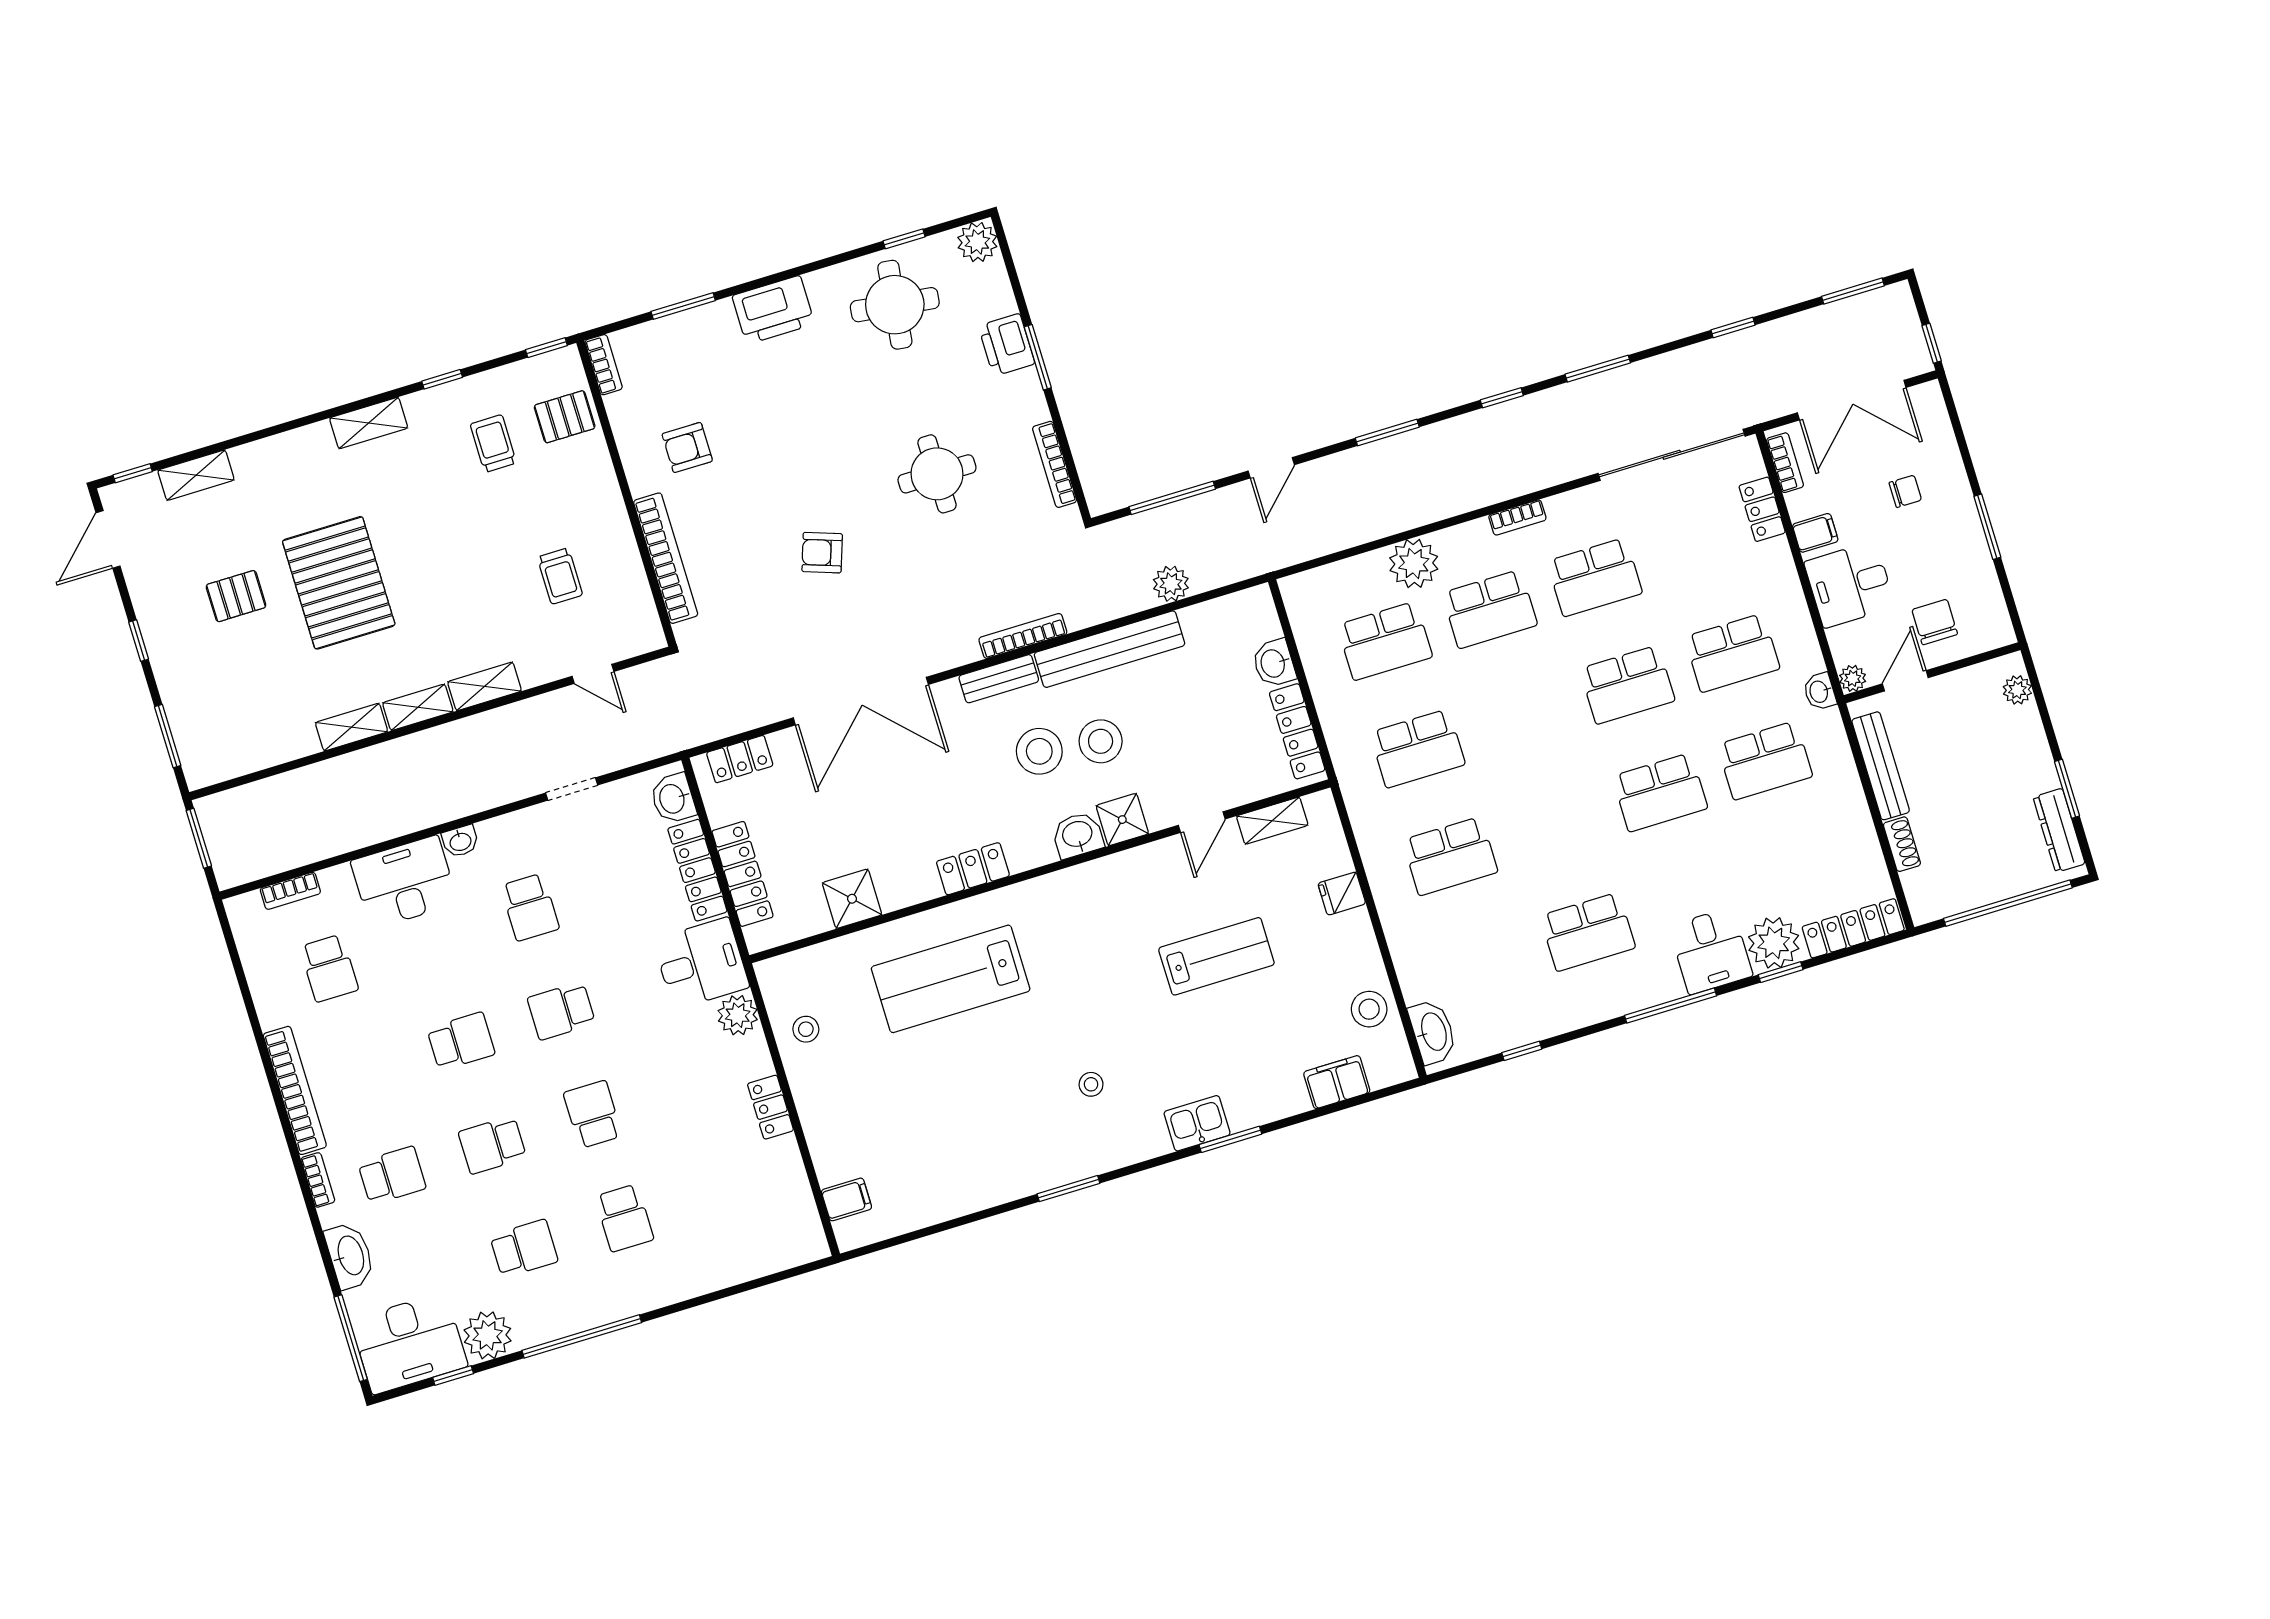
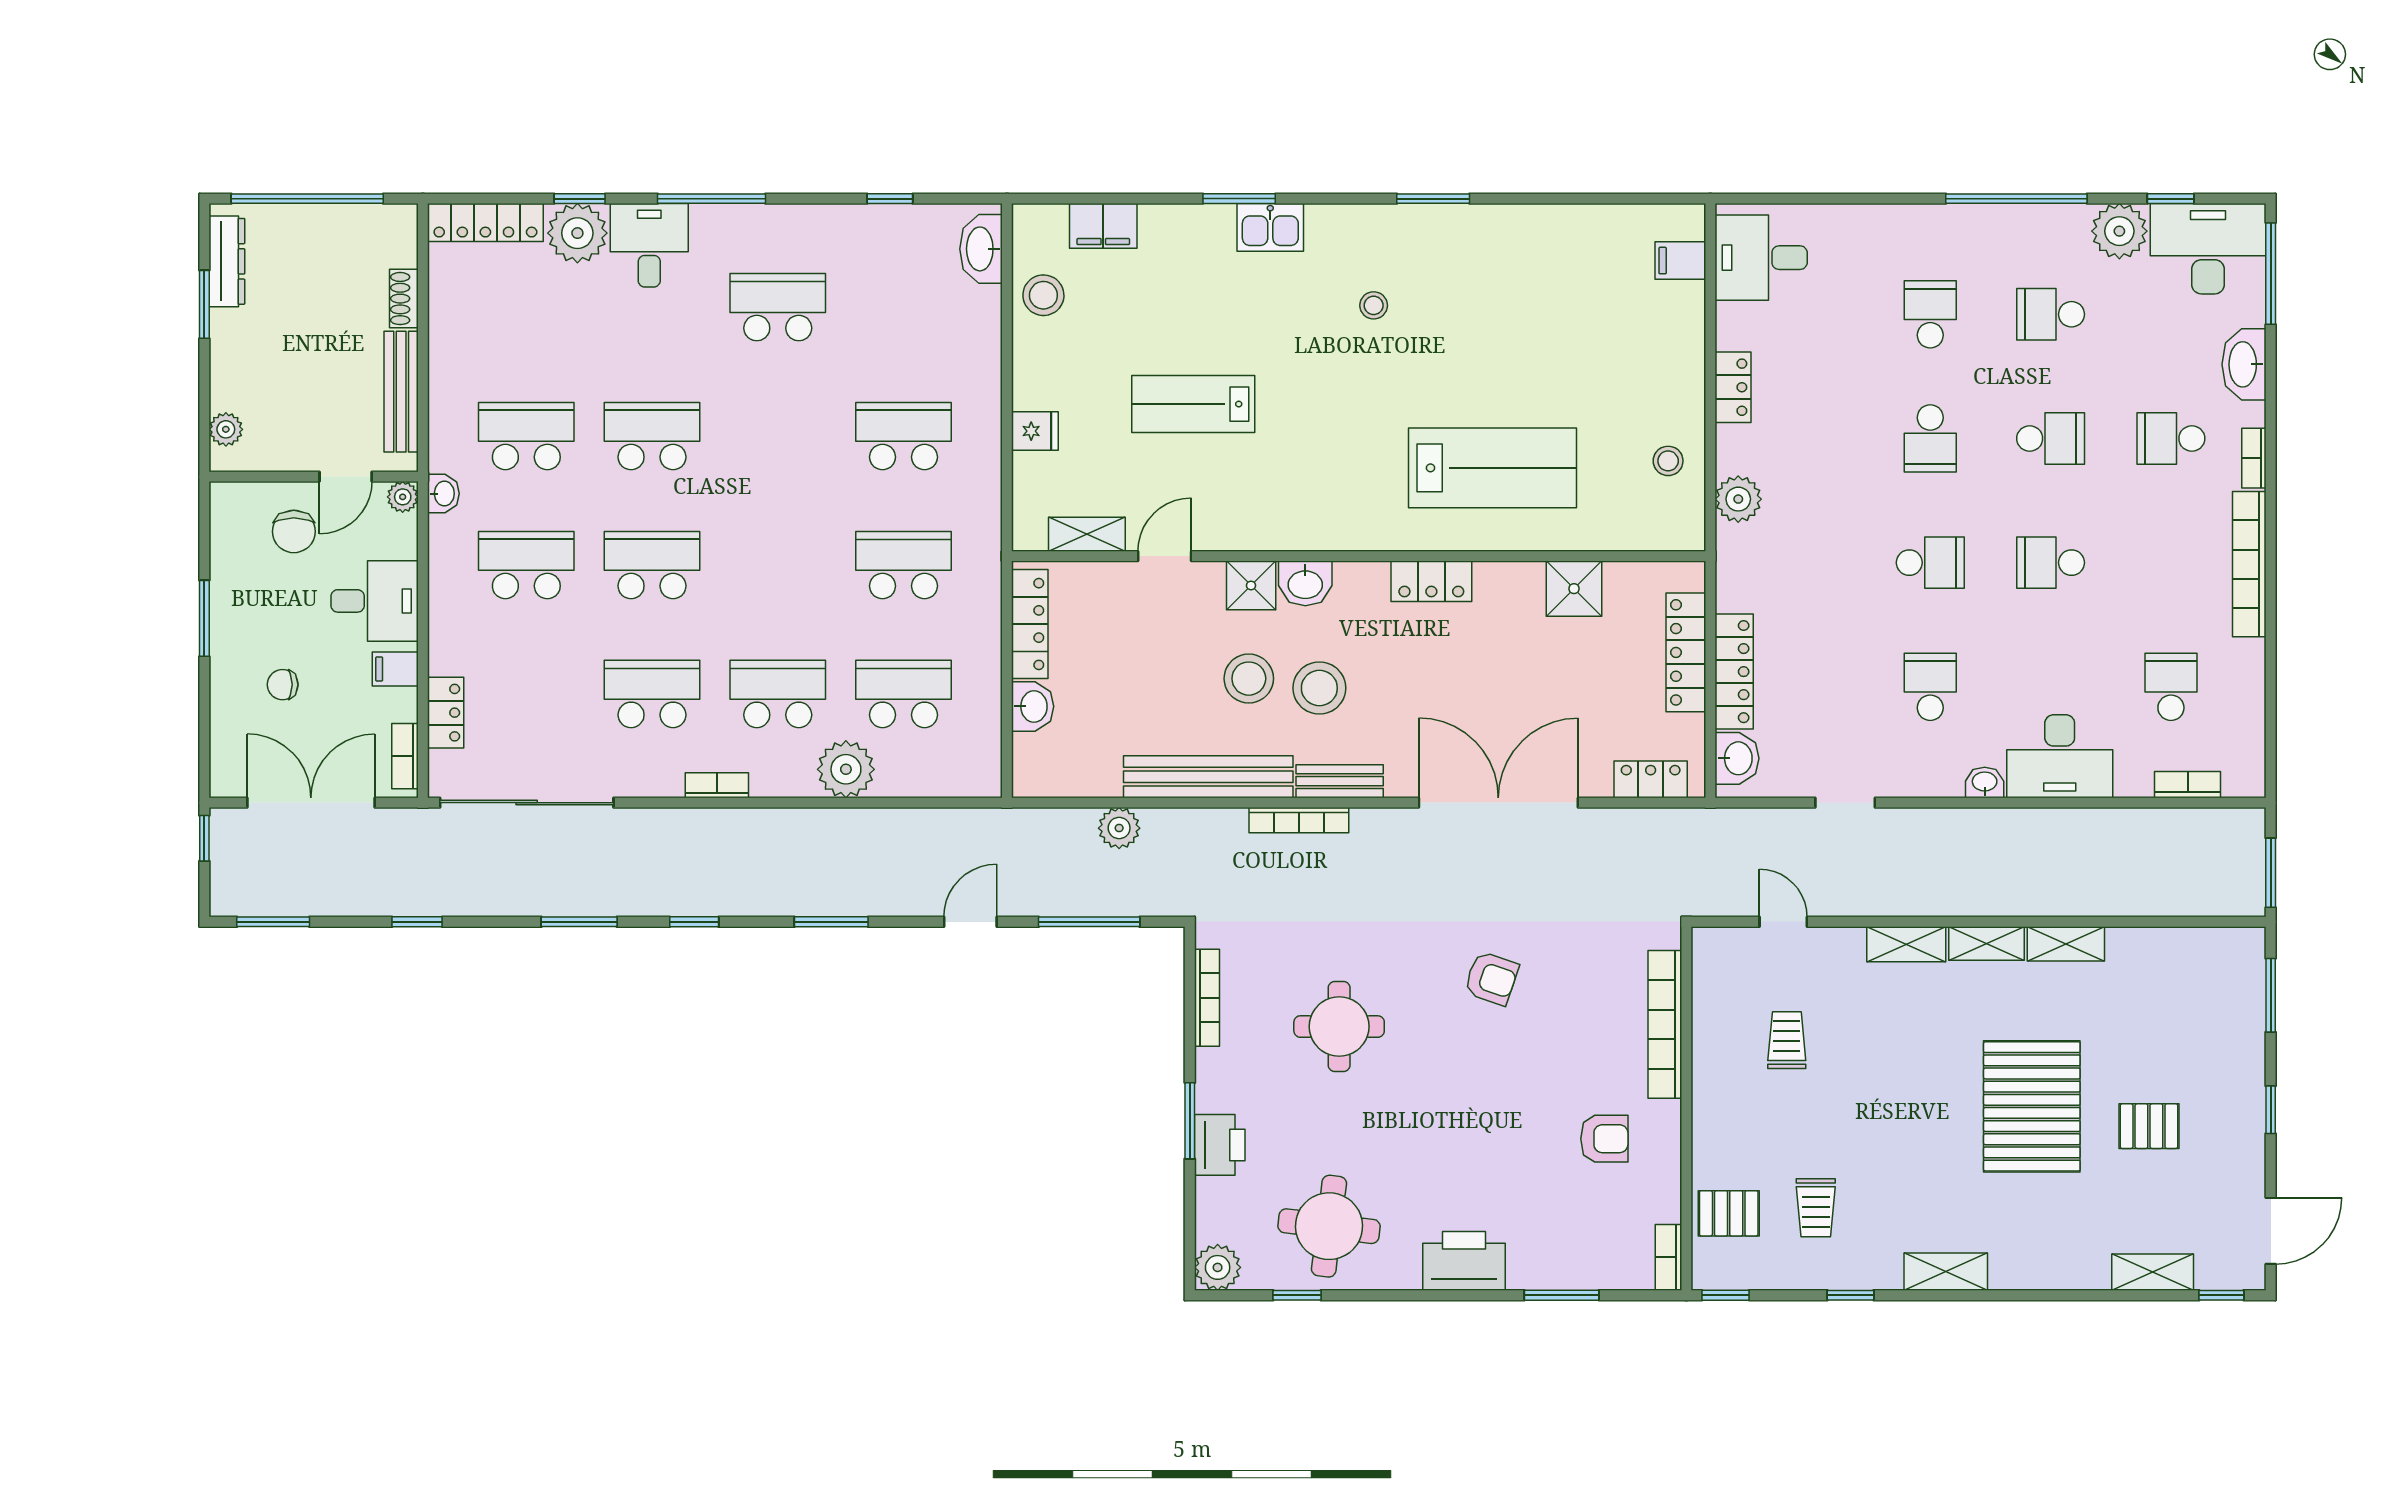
desk: (701, 963) -> (1761, 258), moved

